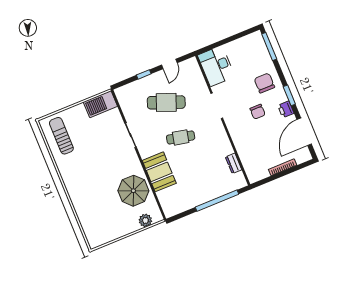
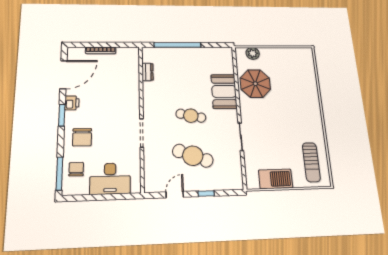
desk: (216, 66) -> (110, 179), moved, turned 90
barbecue: (100, 104) -> (276, 179), moved
chair: (258, 112) -> (76, 169), moved

